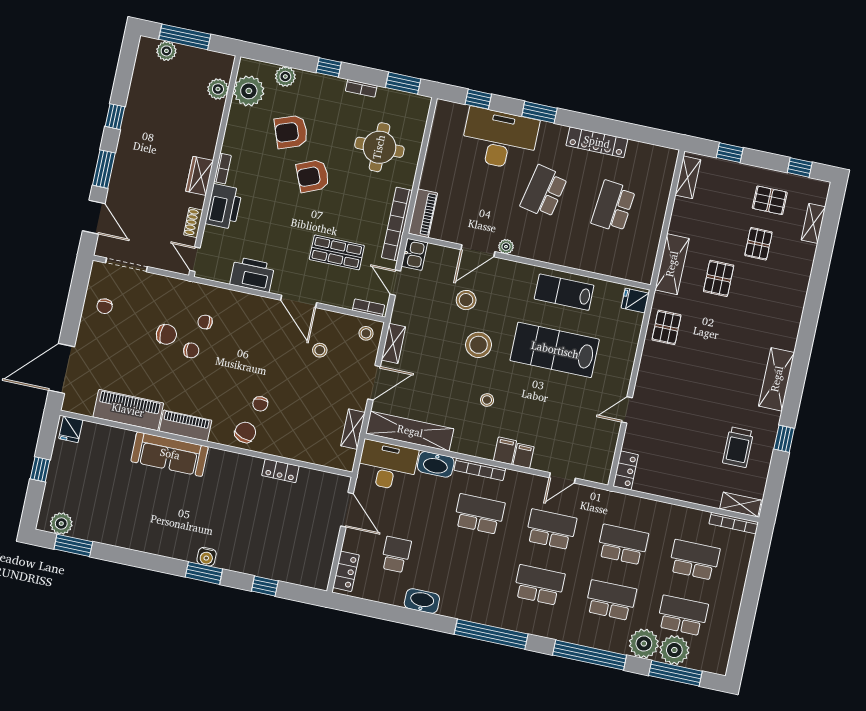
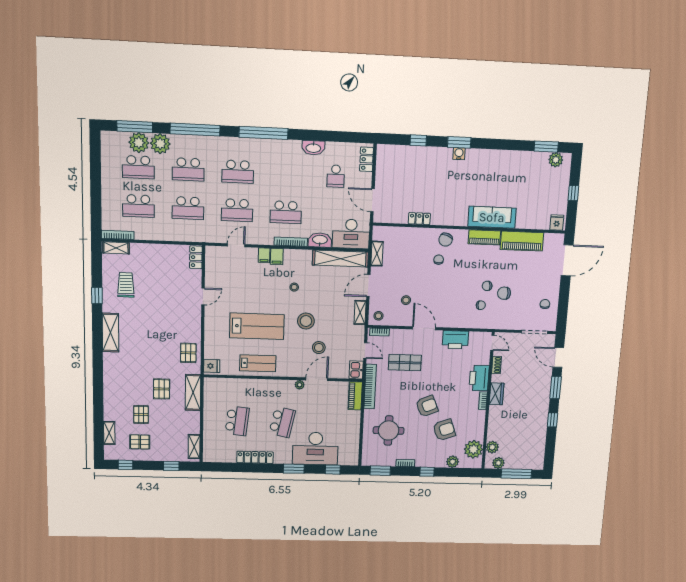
plant: (166, 51) -> (498, 463), moved

